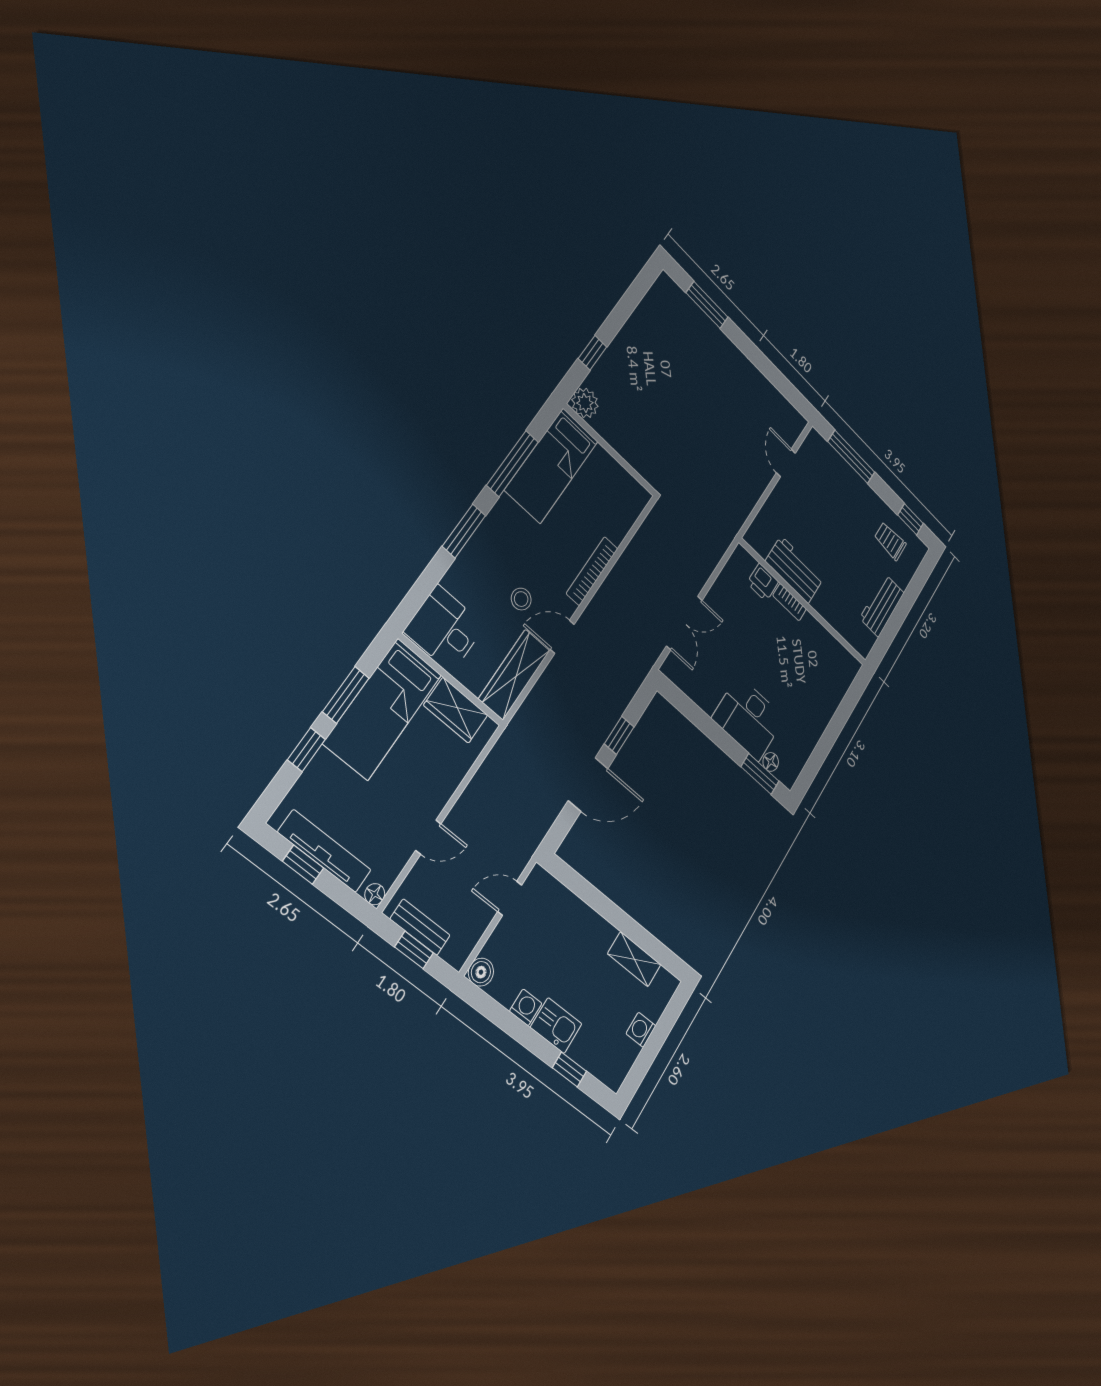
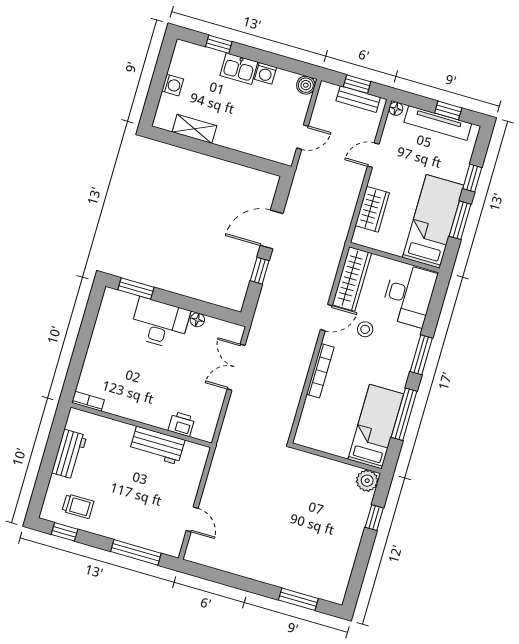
bookcase: (790, 602) -> (88, 401), moved
desk: (445, 629) -> (409, 295), width x1.37
wardrobe: (456, 710) -> (372, 209), moved, turned 90
floor lamp: (771, 762) -> (197, 320), moved

